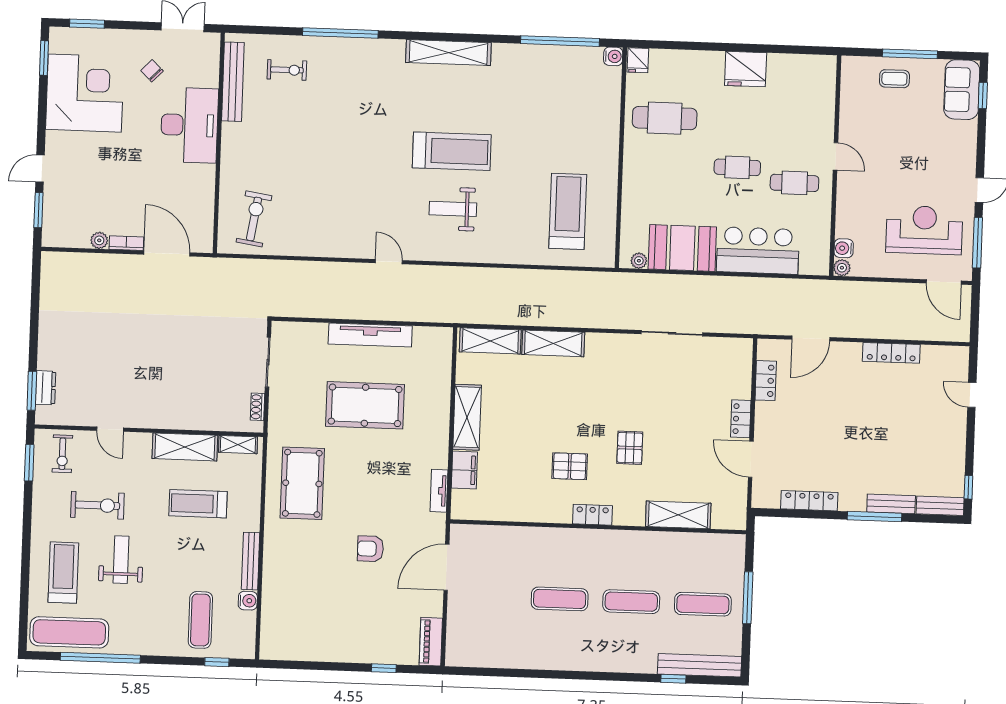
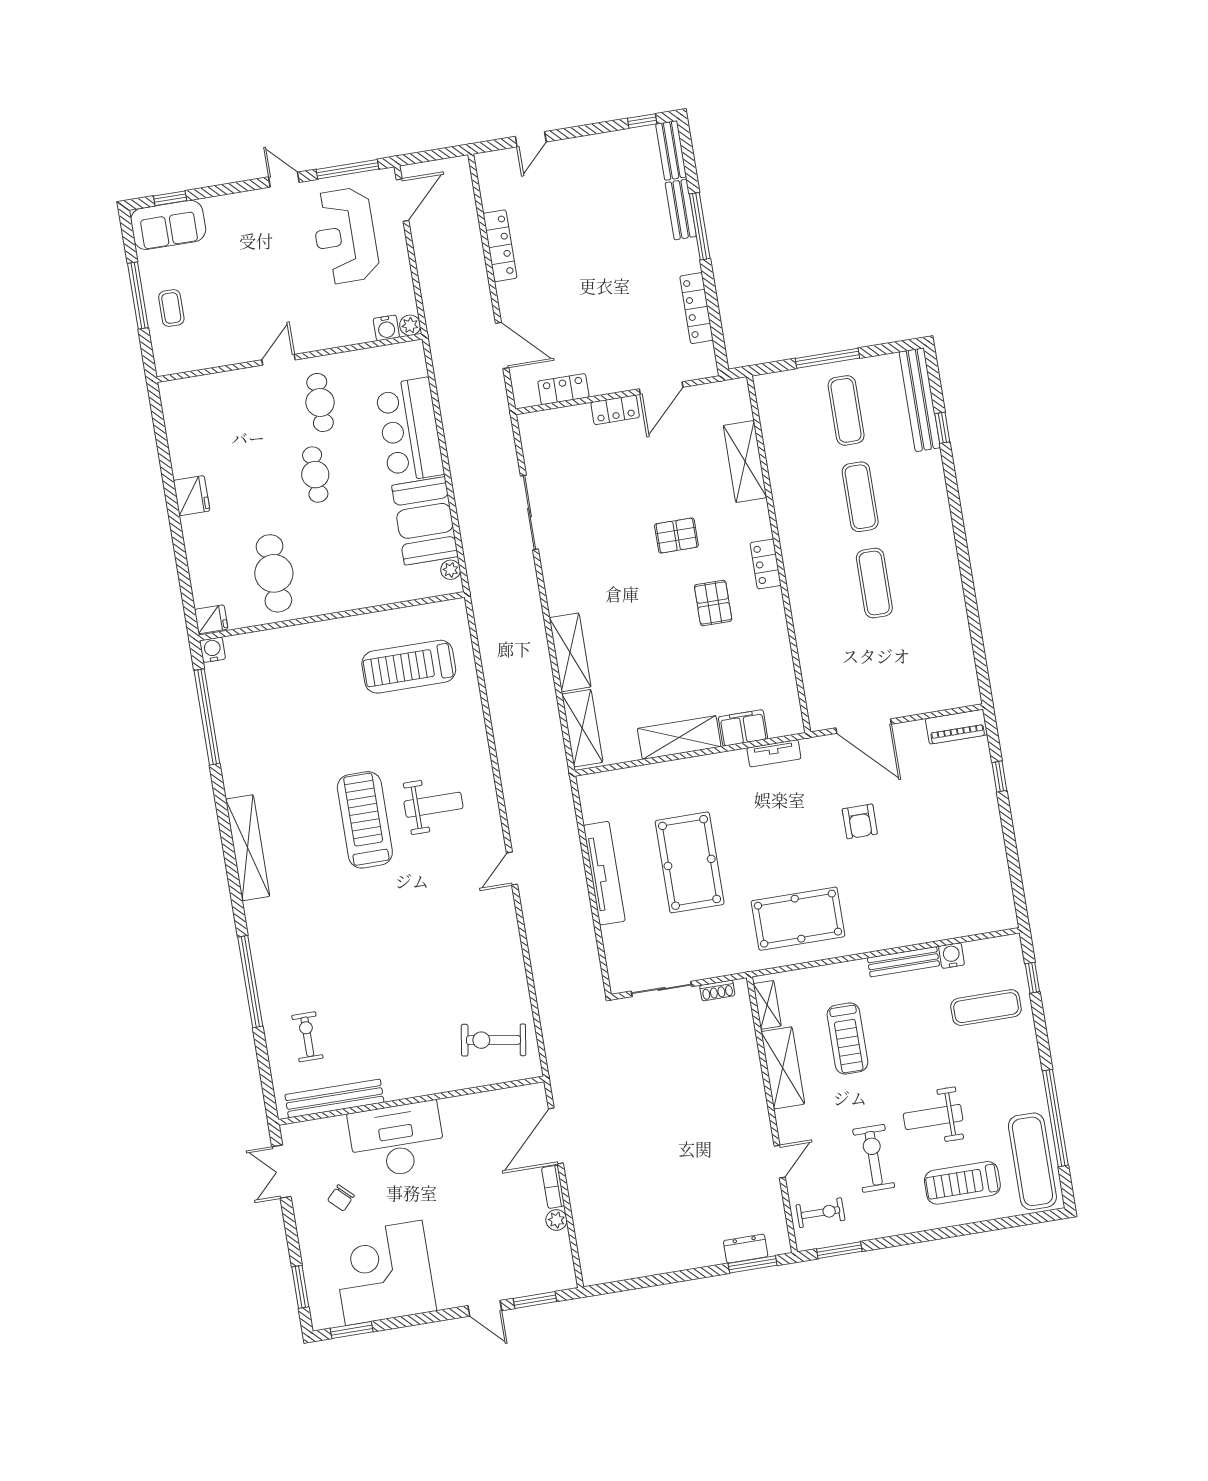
fridge: (746, 69) -> (192, 496), width x0.73, depth x0.75
weight bench: (453, 209) -> (434, 805), turned -90

